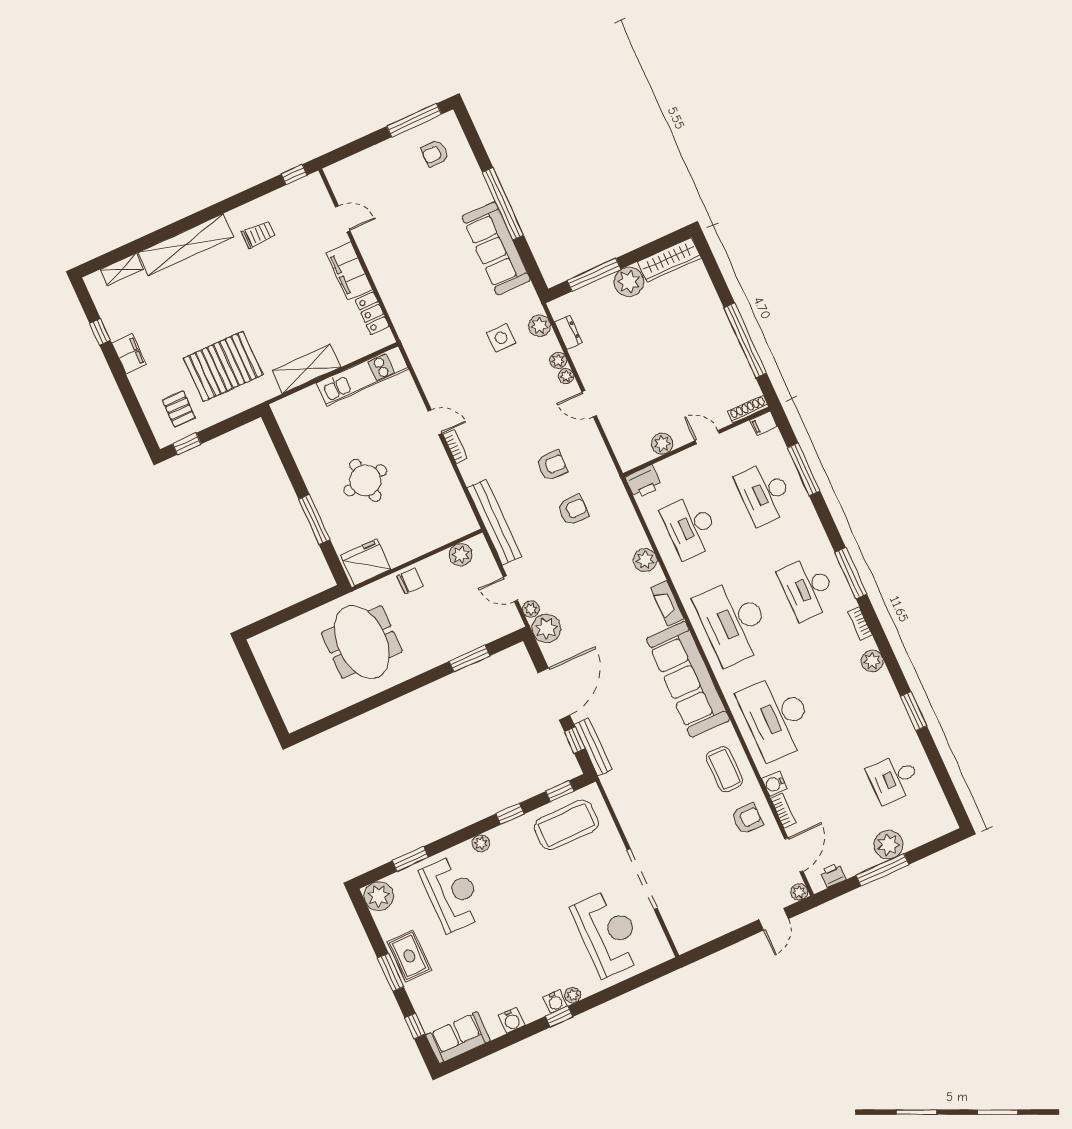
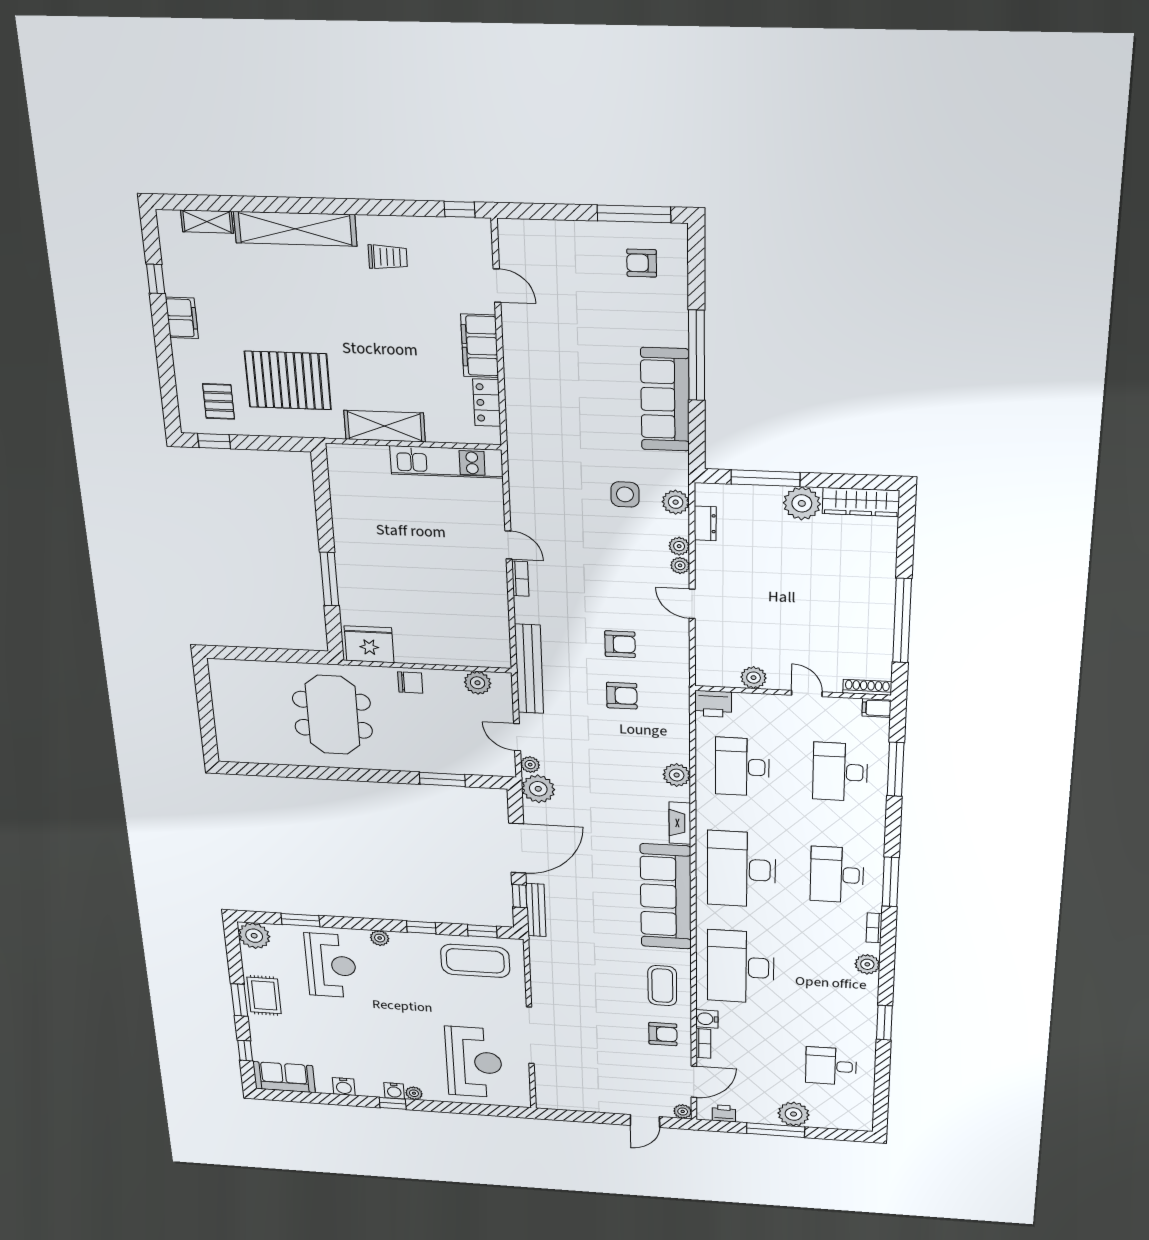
round table: (365, 480) -> (403, 567), removed

